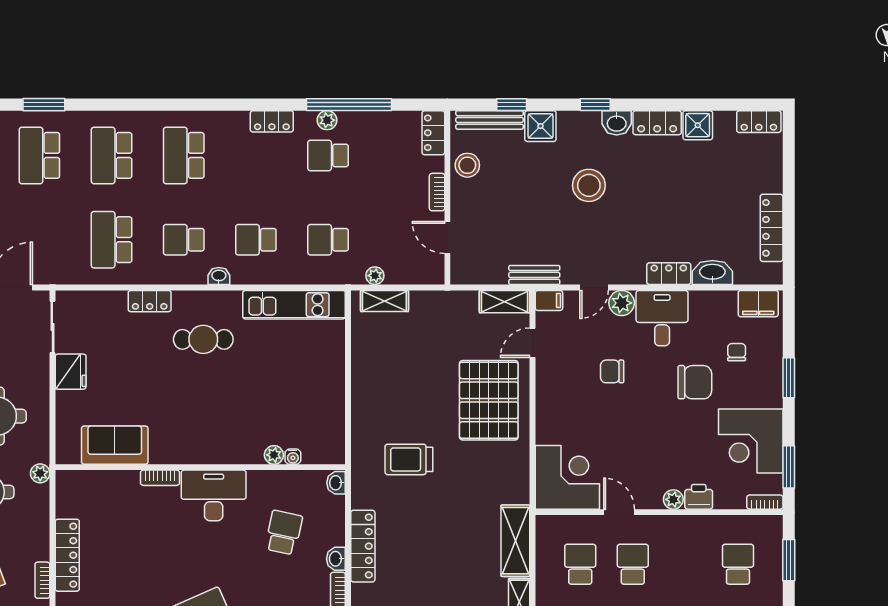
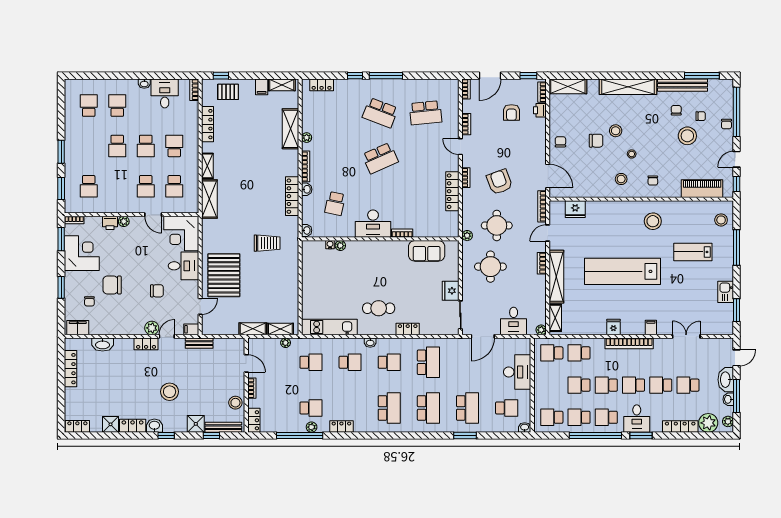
locker: (669, 274) -> (146, 344), moved
shelving: (505, 302) -> (253, 329), moved
desk: (662, 318) -> (183, 266), moved, turned -90

